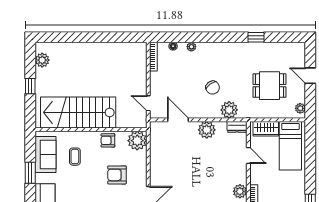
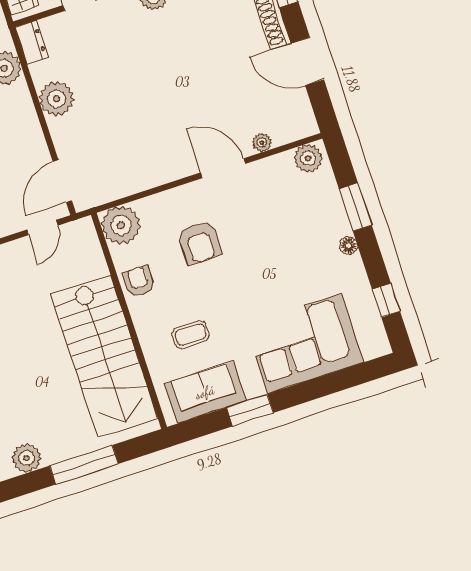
window: (30, 86) -> (84, 465), width x2.17
door: (178, 120) -> (62, 181), moved
armchair: (108, 140) -> (139, 281), turned 180

